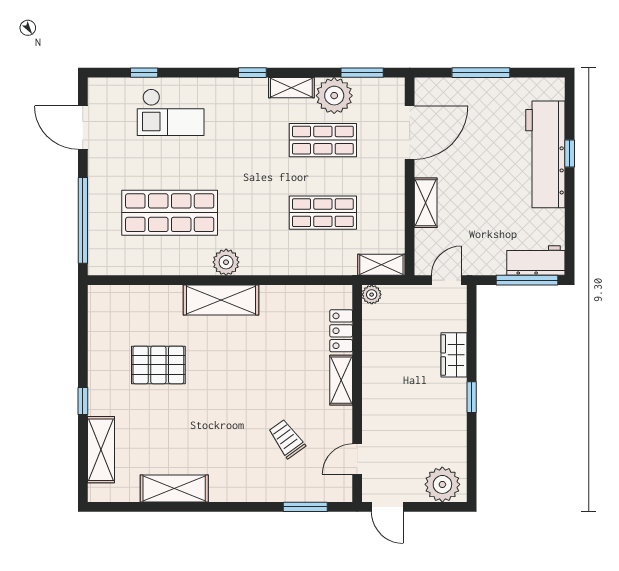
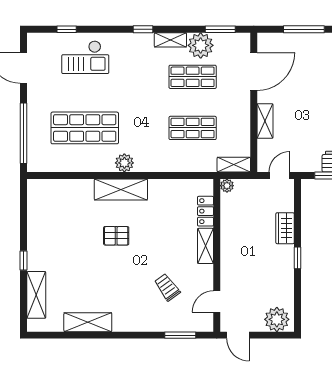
pallet: (158, 365) -> (116, 236), moved, width x0.67, depth x0.71

